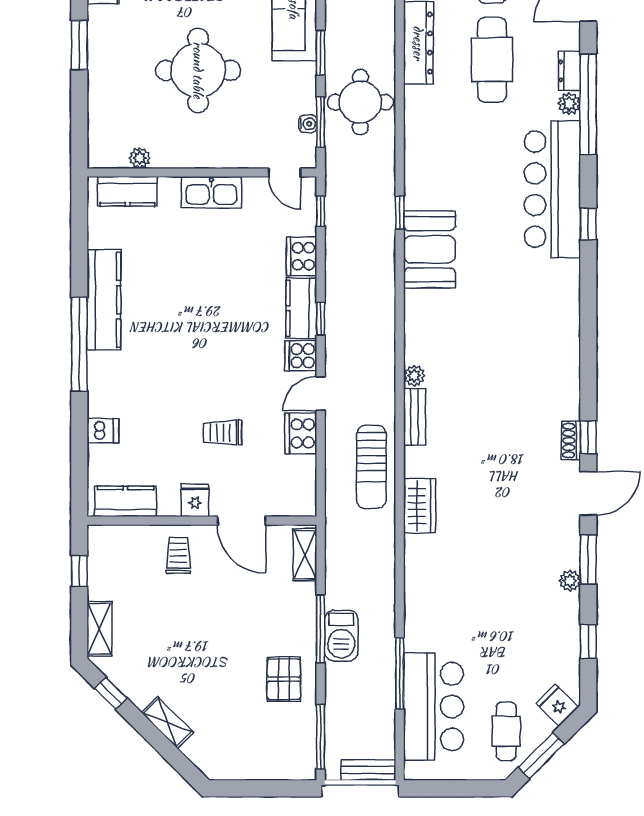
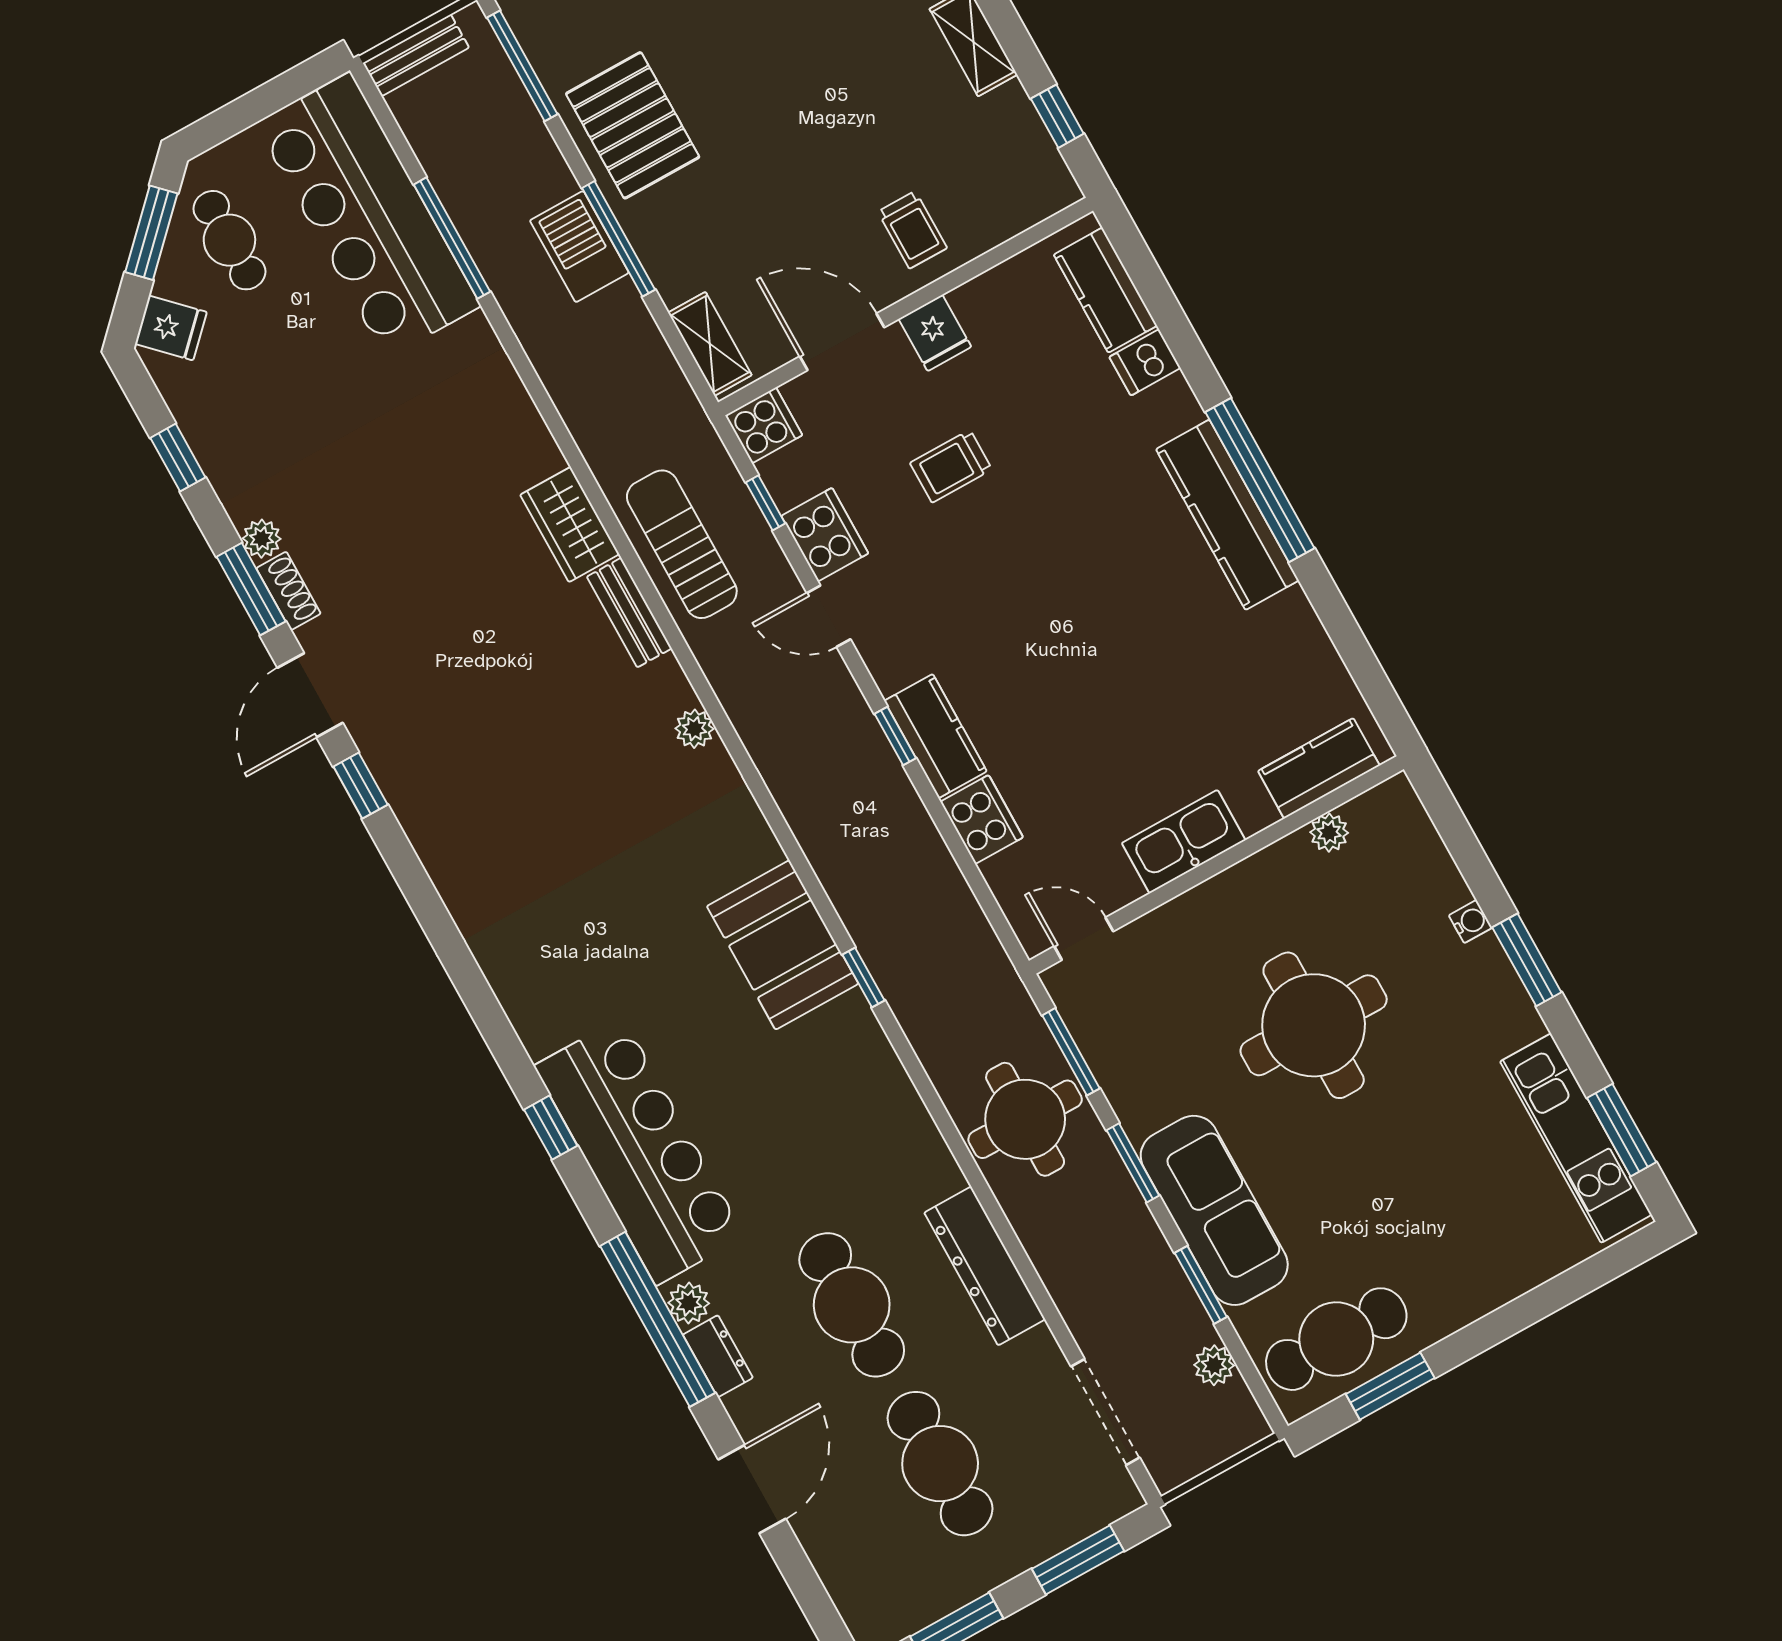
water cooler: (308, 124) -> (1471, 922), moved, turned 180
window: (321, 211) -> (766, 503), moved
kitchen counter: (104, 300) -> (1227, 515), moved
cooker: (301, 356) -> (764, 425), moved
door: (321, 394) -> (829, 616), swing flipped
bench: (414, 417) -> (629, 613), moved
trolley: (223, 433) -> (951, 466), turned 180
shoe rack: (571, 440) -> (288, 591), moved
kitchen counter: (126, 501) -> (1105, 290), moved, turned 90
pallet: (284, 679) -> (633, 125), width x1.50, depth x1.42
bar counter: (433, 707) -> (368, 215), width x1.36

